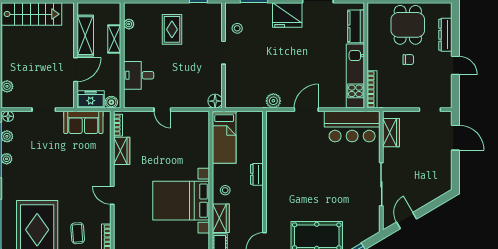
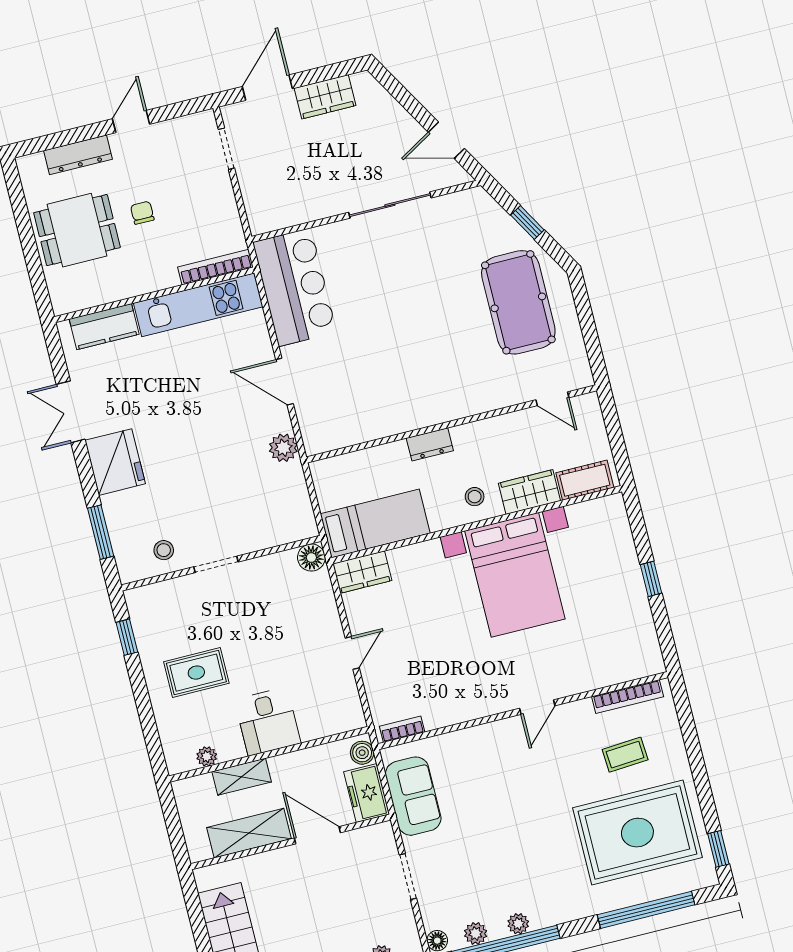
desk: (139, 75) -> (268, 722), moved
wardrobe: (391, 133) -> (325, 97), moved, turned 180
wardrobe: (122, 151) -> (362, 572), moved, turned 180

